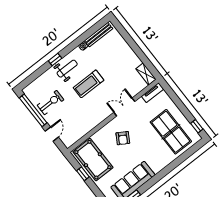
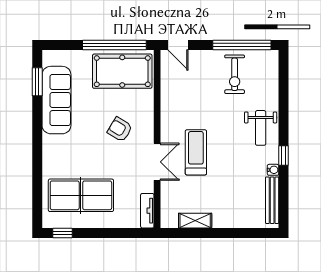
window: (55, 60) -> (284, 155), moved
shelving: (146, 74) -> (195, 221), moved
treadmill: (89, 84) -> (196, 152), moved
door: (52, 134) -> (178, 45), moved
window: (83, 174) -> (114, 45), width x3.17

